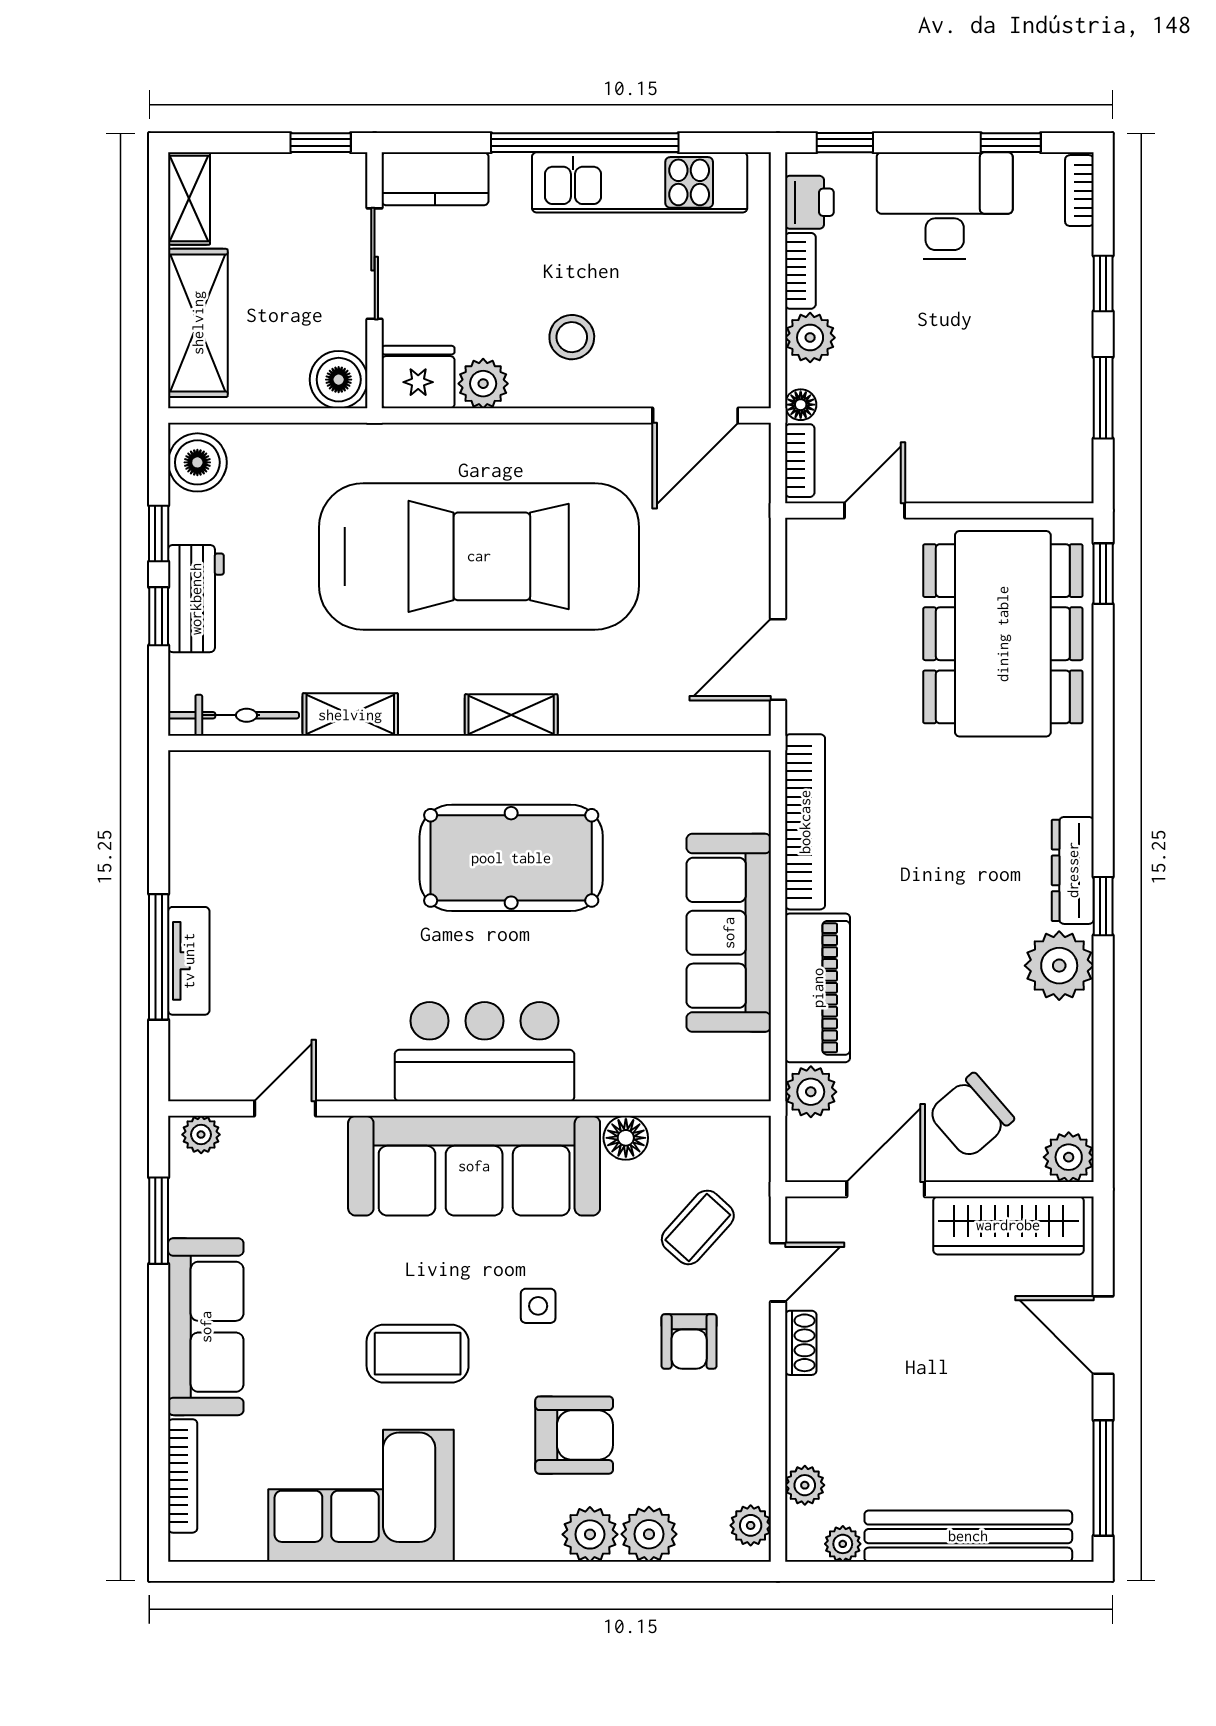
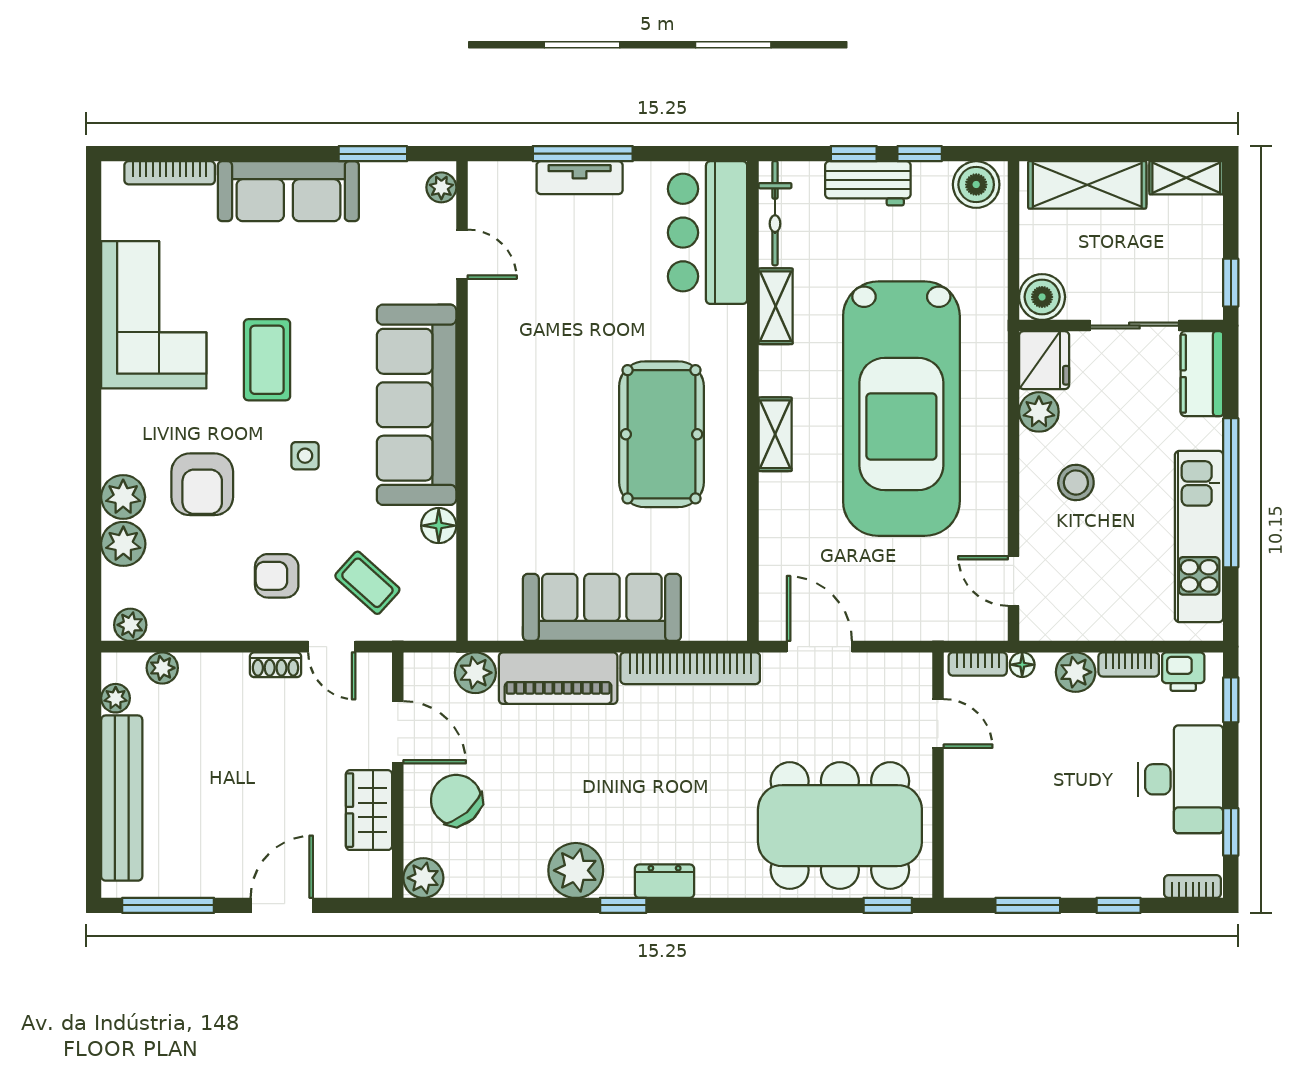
door: (695, 416) -> (1014, 581), width x0.73
dresser: (1073, 870) -> (665, 881), width x0.70
bar counter: (484, 1052) -> (708, 233), moved, turned 180
wardrobe: (1008, 1225) -> (369, 810), width x0.67

